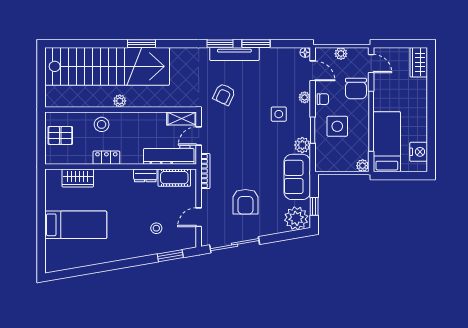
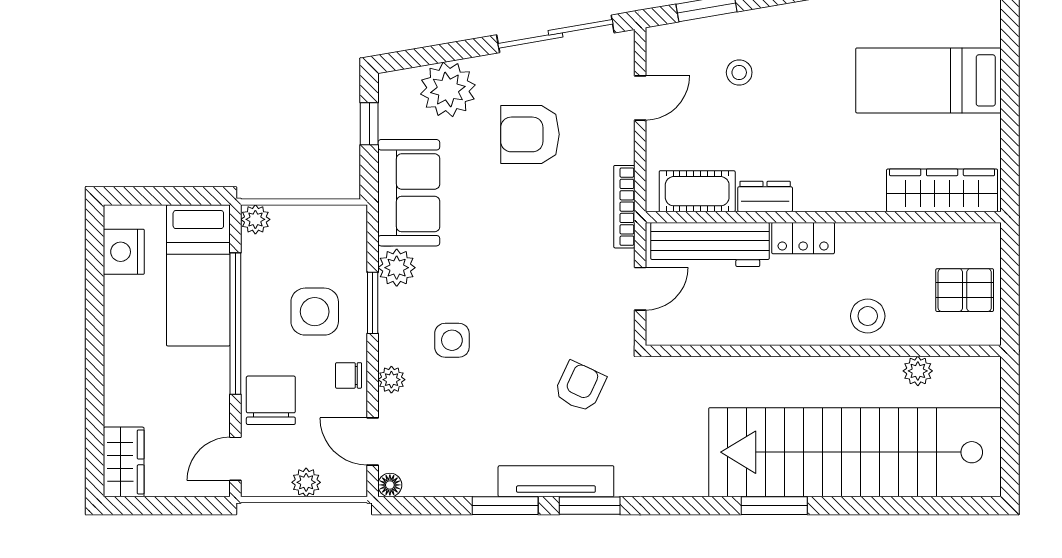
door: (371, 64) -> (235, 459), hinge flipped
plant: (120, 101) -> (918, 371), moved
shelving: (182, 118) -> (680, 330), removed
locker: (106, 158) -> (803, 238), moved
wardrobe: (78, 178) -> (942, 190), width x1.50
armchair: (245, 202) -> (530, 134), turned -90
plant: (296, 218) -> (448, 89), moved

